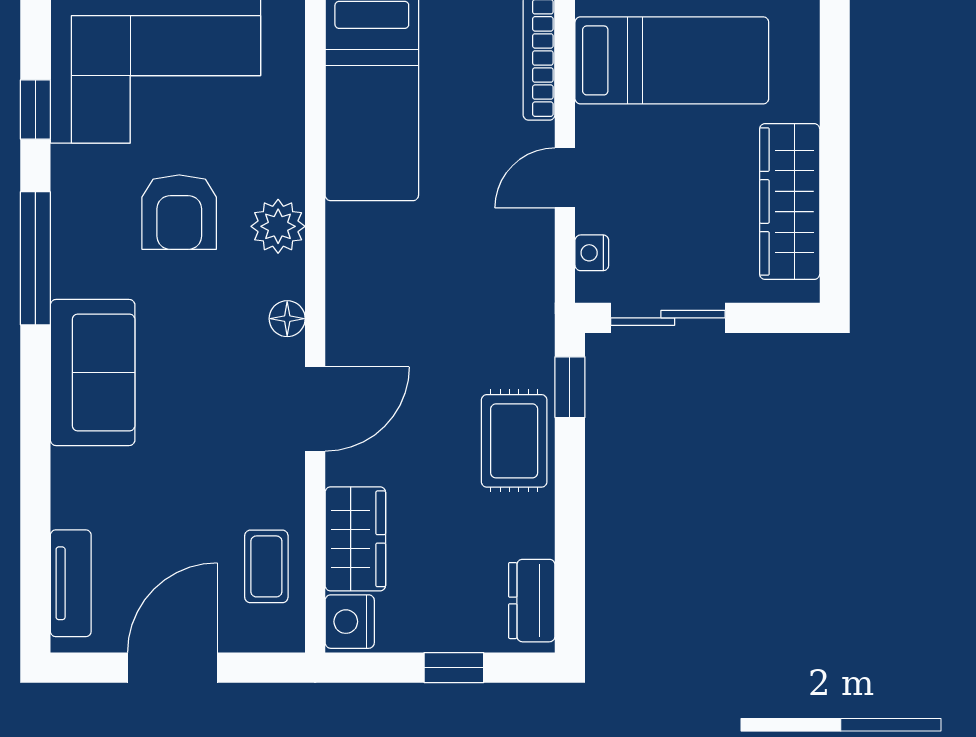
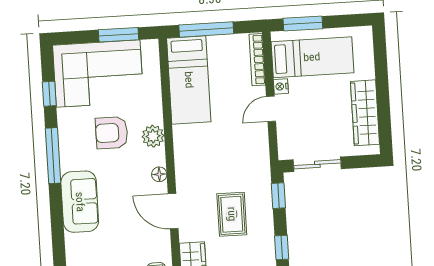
armchair: (179, 212) -> (112, 133), turned 90
nightstand: (592, 253) -> (281, 86), moved
door: (315, 409) -> (173, 211), swing flipped
rug: (514, 441) -> (232, 214), moved
window: (570, 512) -> (282, 247), added

